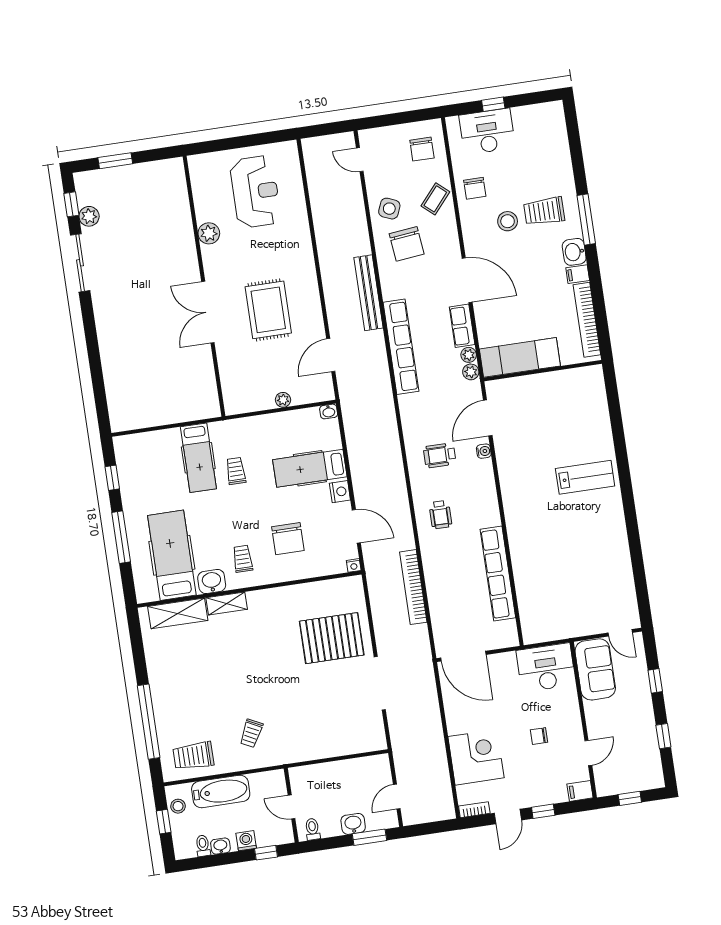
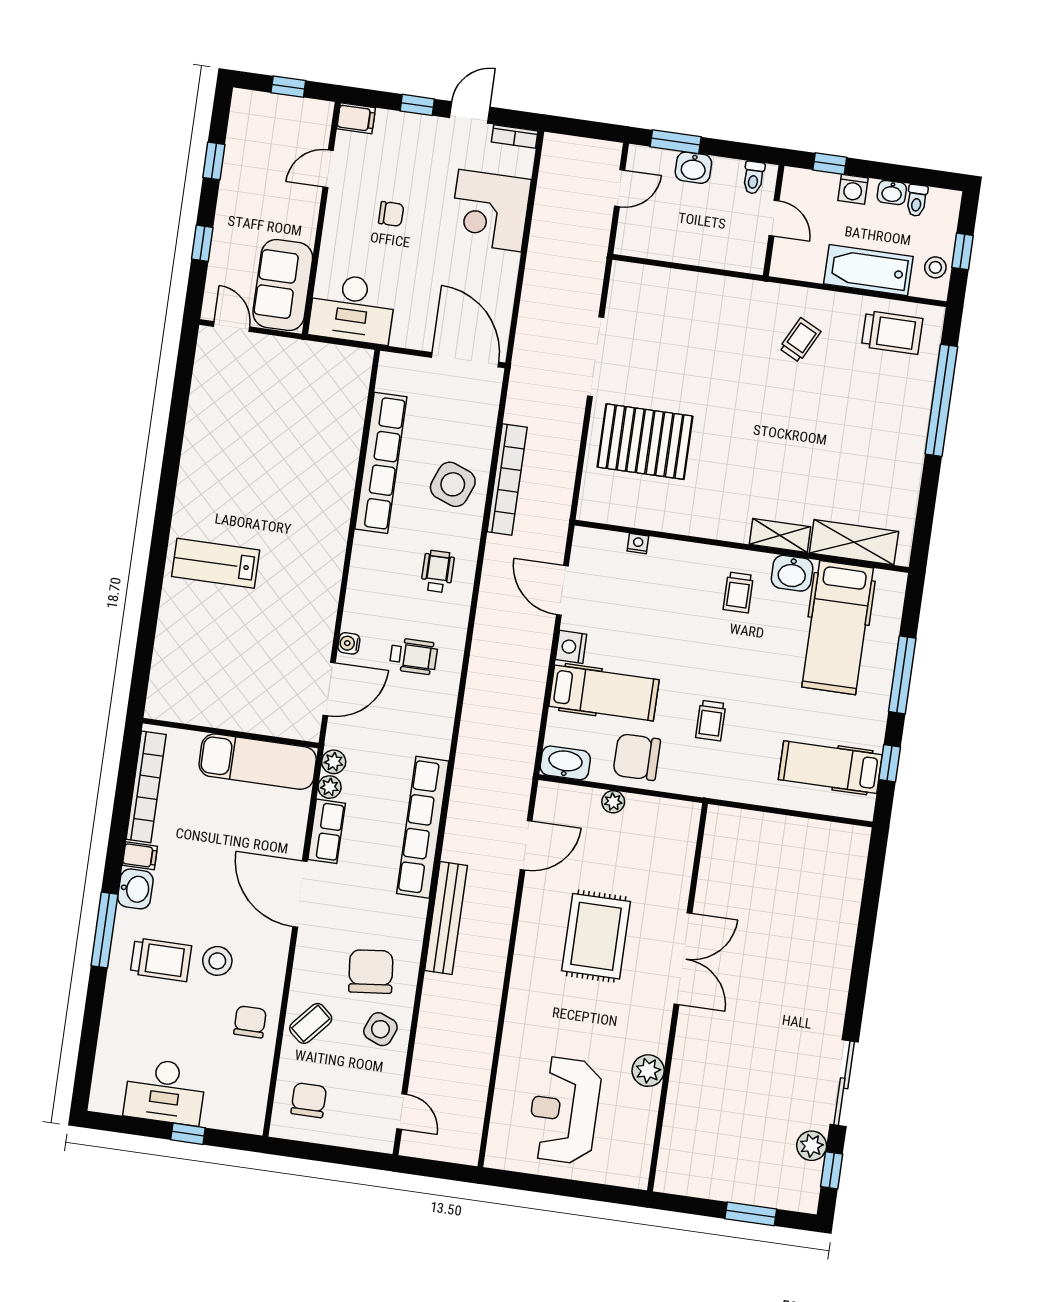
desk: (487, 131) -> (165, 1091), moved
washbasin: (329, 411) -> (565, 763), width x1.91, depth x1.45
hospital bed: (198, 458) -> (830, 767), moved, turned -90
chair: (288, 539) -> (637, 757), moved, turned -90
nightstand: (354, 565) -> (638, 544), moved
side table: (447, 574) -> (453, 484), added

